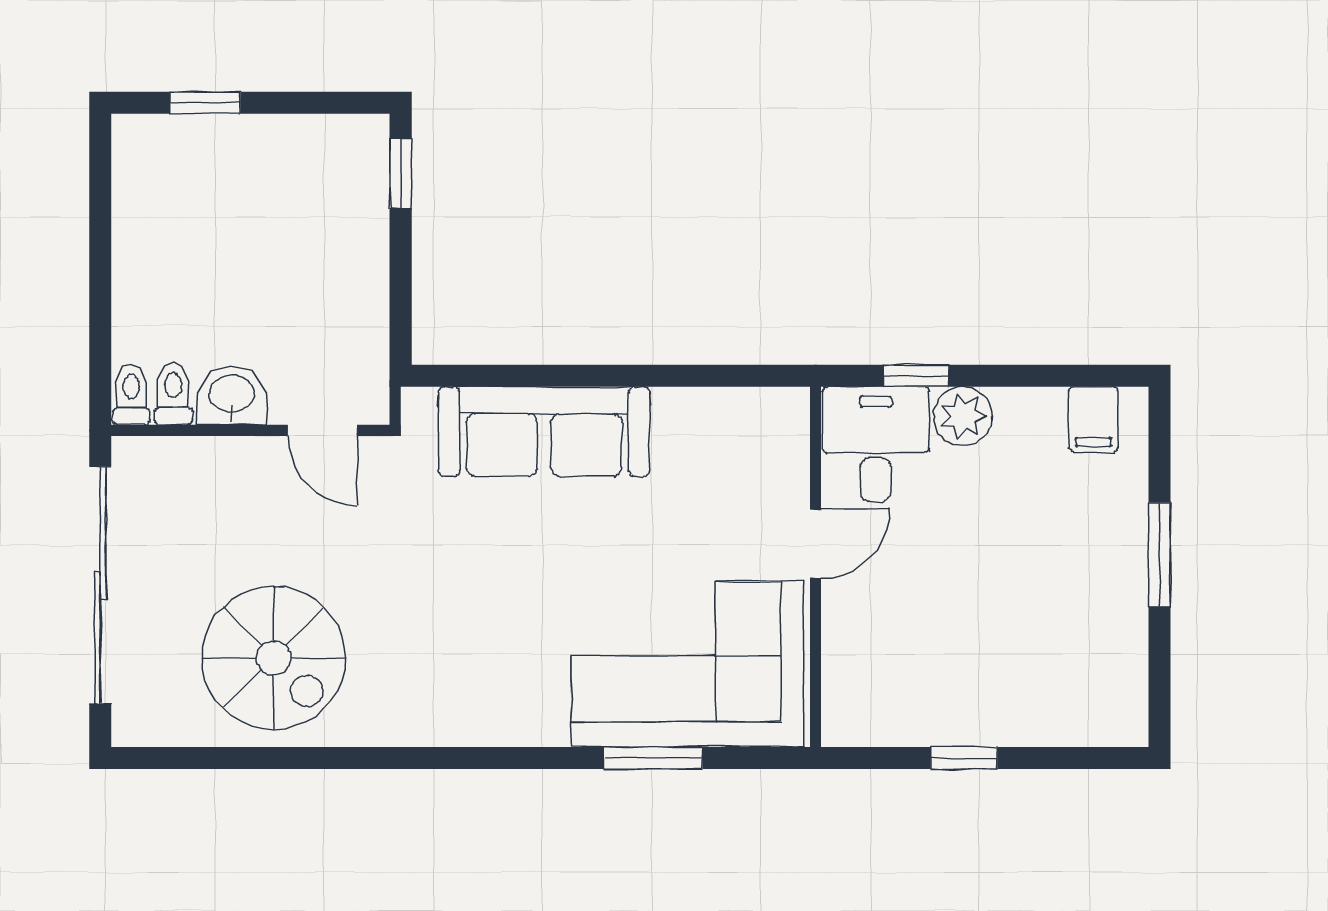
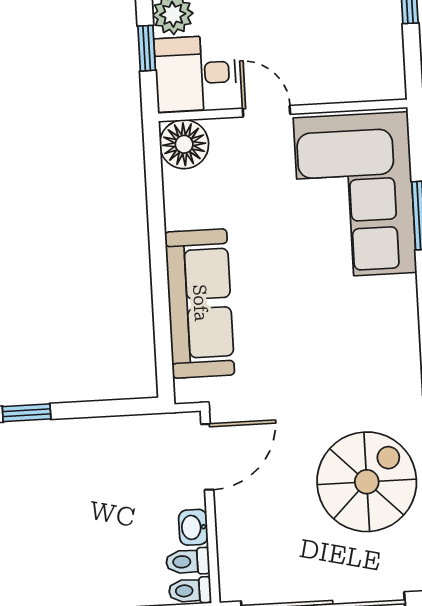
washbasin: (232, 395) -> (193, 527), width x0.72, depth x0.69
floor lamp: (775, 422) -> (184, 144), added
door: (322, 430) -> (207, 457), width x1.38

